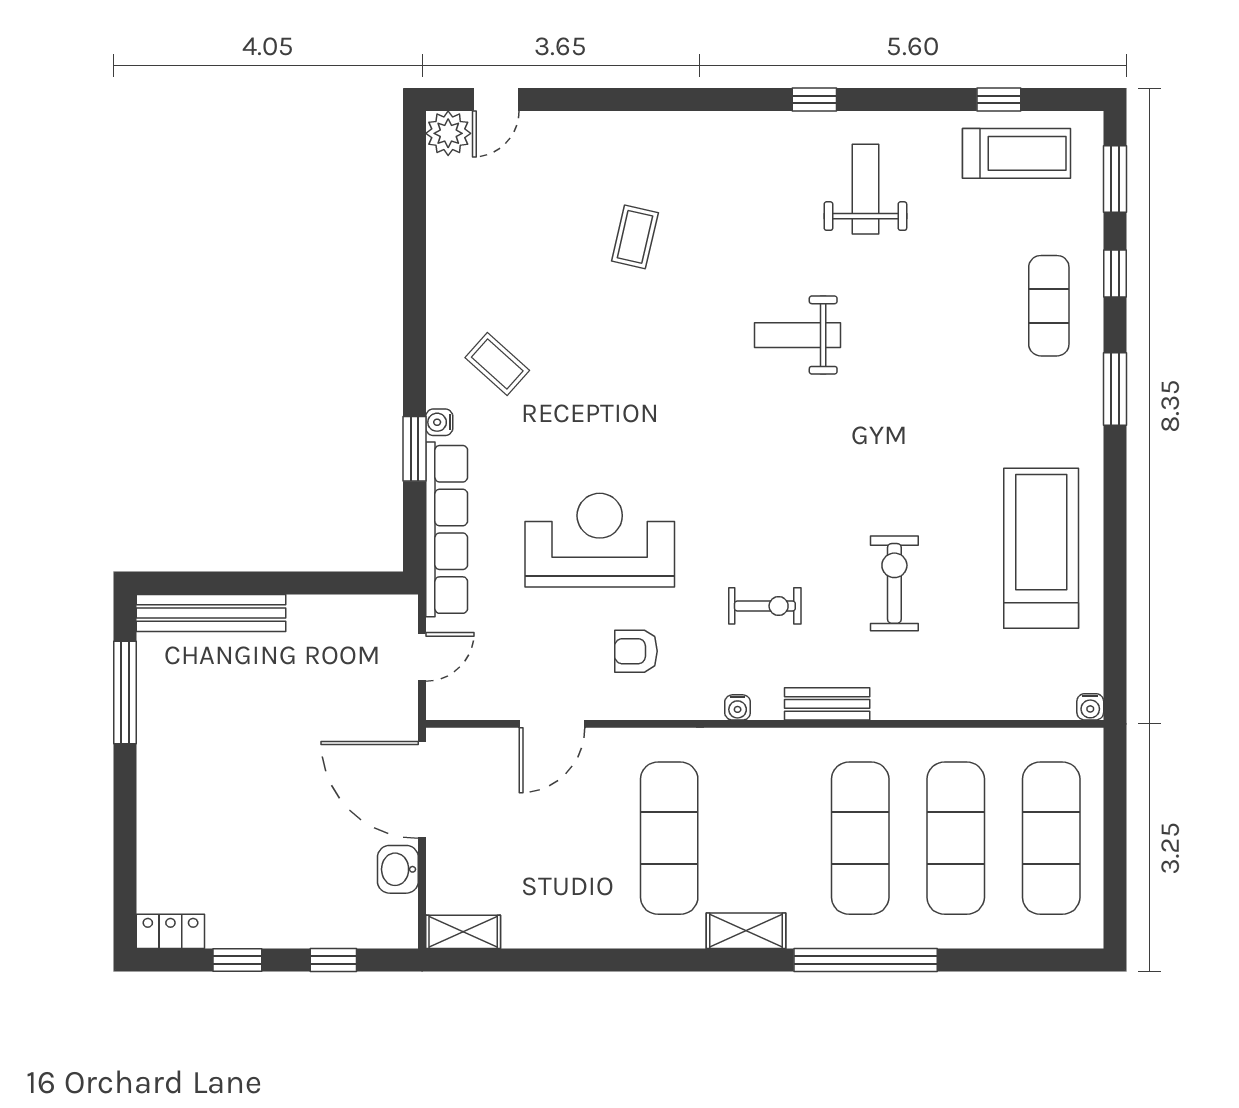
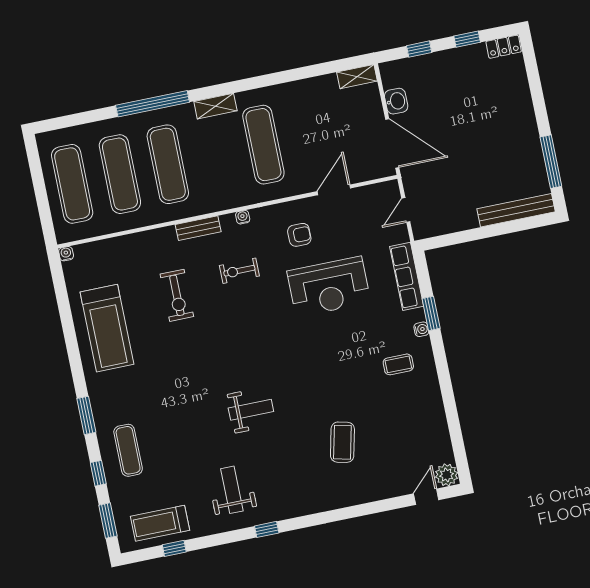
weight bench: (865, 189) -> (232, 490), turned 180
coffee table: (635, 237) -> (342, 442), width x1.36, depth x1.30
coffee table: (497, 364) -> (398, 364), turned -42
row of seats: (447, 529) -> (407, 276), width x0.73

